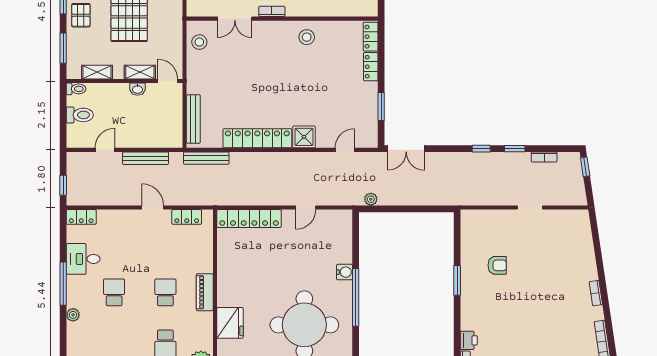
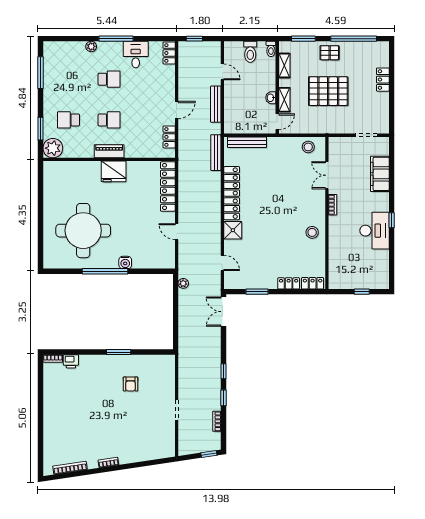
fridge: (230, 323) -> (114, 171), moved

